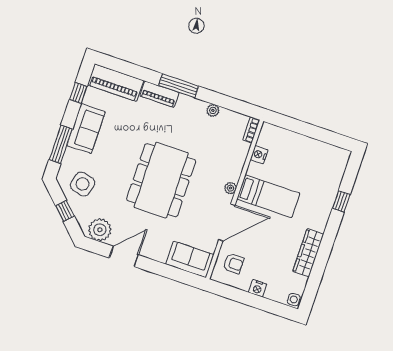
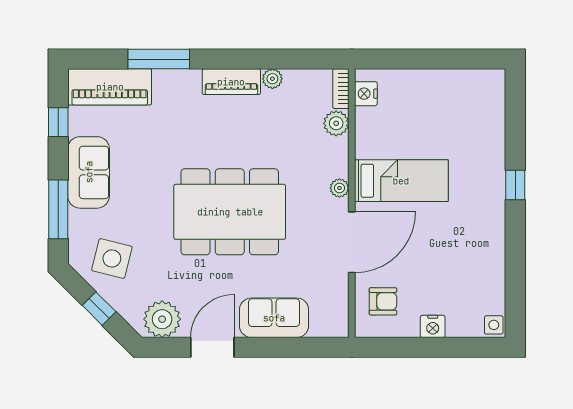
window: (179, 86) -> (159, 59), moved
piano: (159, 94) -> (231, 82), moved
plant: (241, 149) -> (336, 123), added
nightstand: (259, 155) -> (366, 94), moved
dining table: (161, 180) -> (230, 212), turned 90
window: (341, 201) -> (515, 185), moved
wardrobe: (308, 253) -> (491, 246), removed
sofa: (190, 259) -> (274, 318), moved

